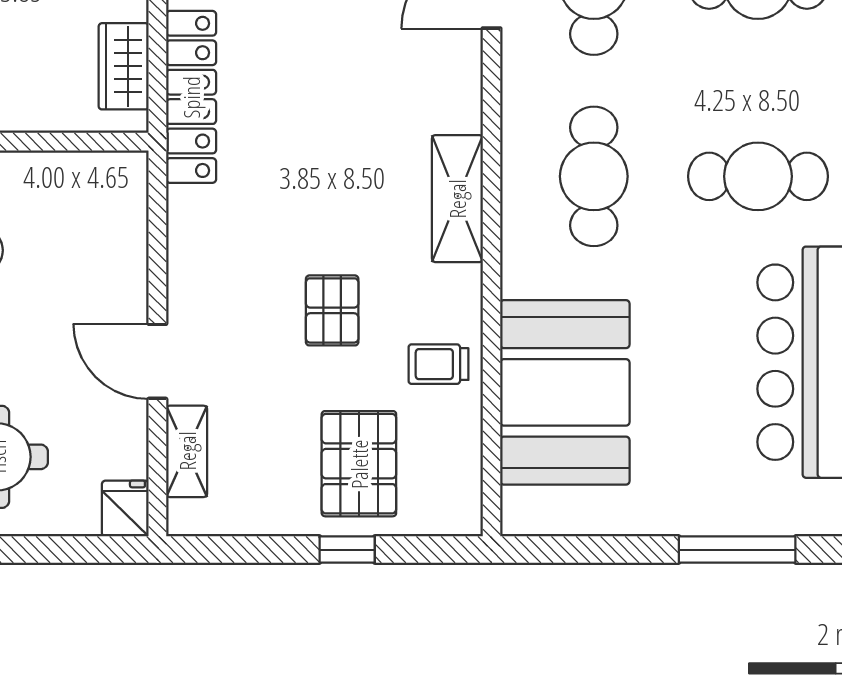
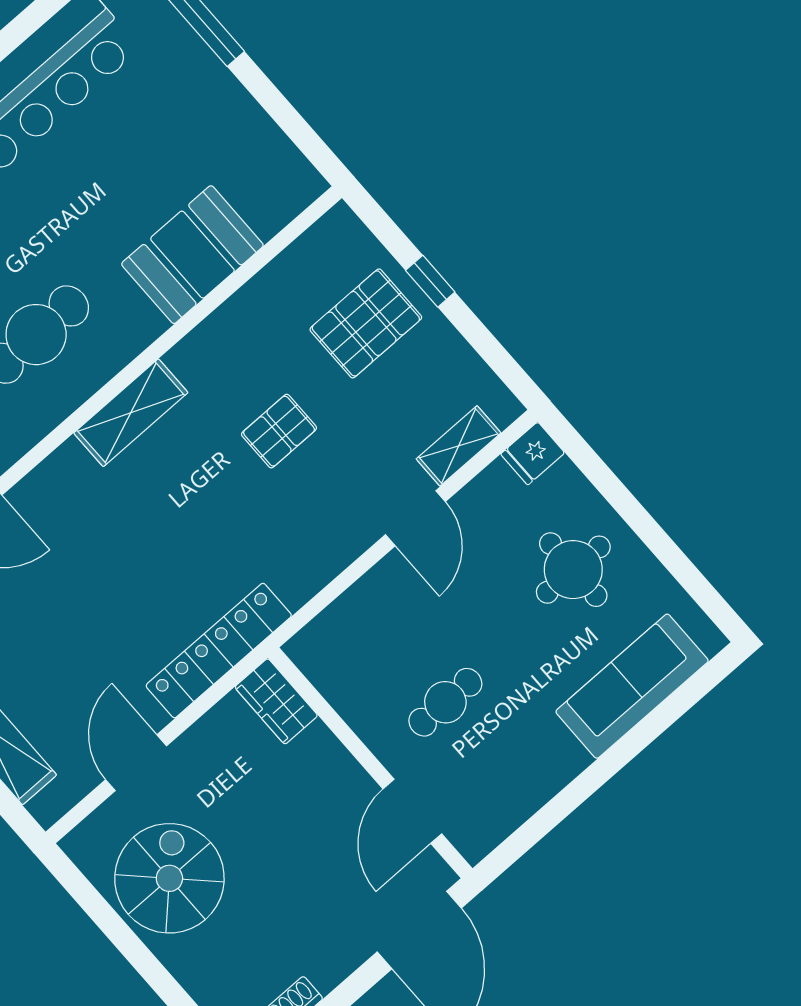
wardrobe: (124, 66) -> (276, 701), moved, turned 90
trolley: (439, 364) -> (253, 328), removed
booth: (565, 392) -> (192, 255), width x0.73, depth x0.70

